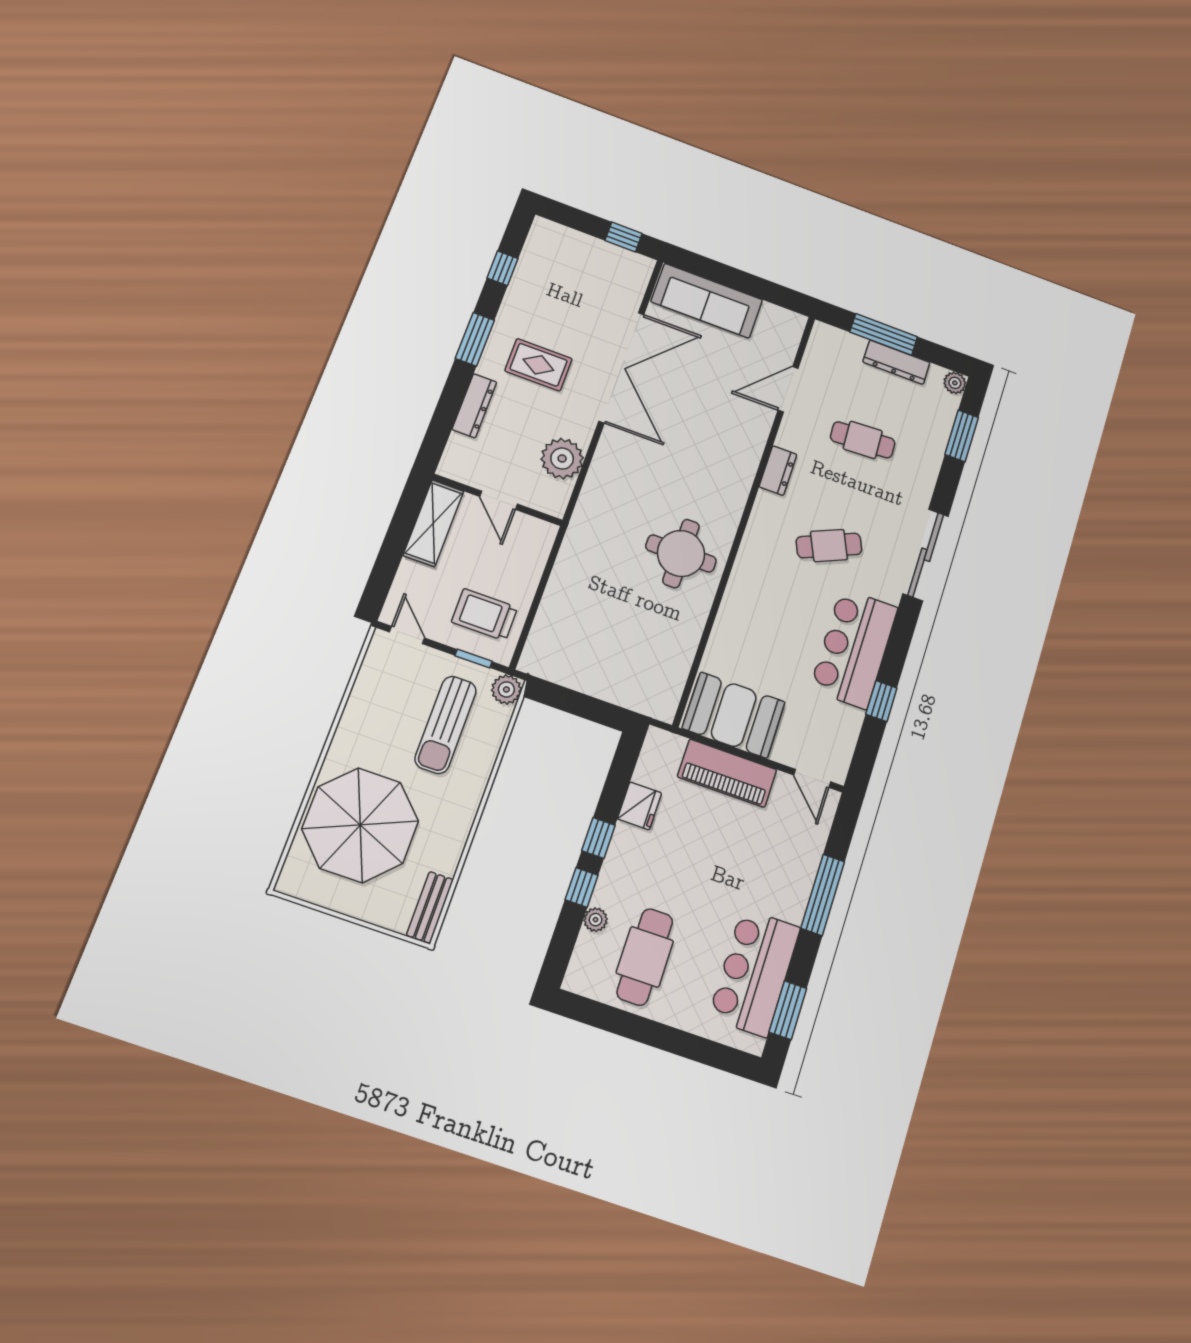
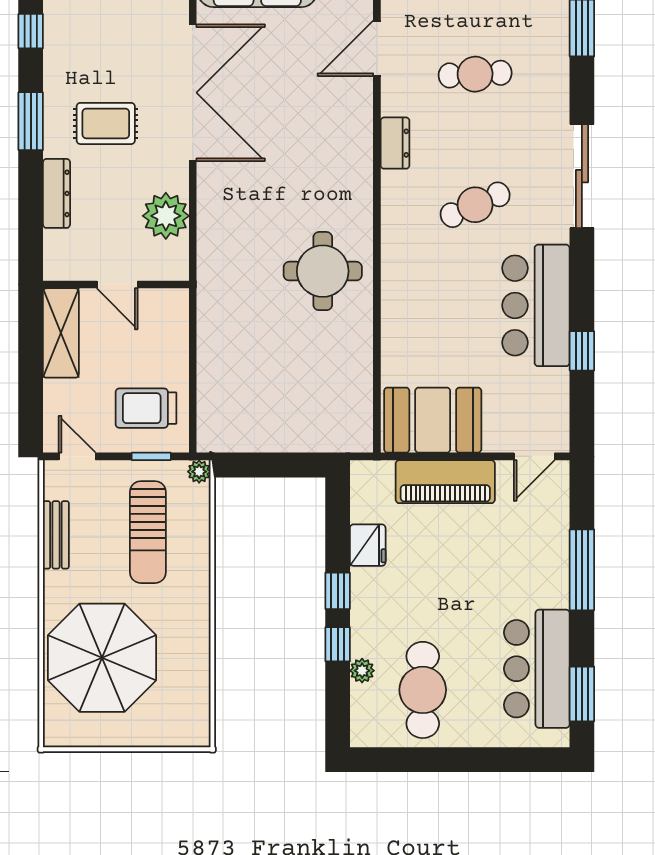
plant: (506, 689) -> (199, 472), width x0.73, depth x0.73
door: (812, 778) -> (534, 456), hinge flipped
bench: (430, 907) -> (56, 535), moved

